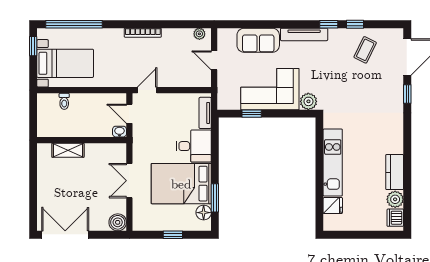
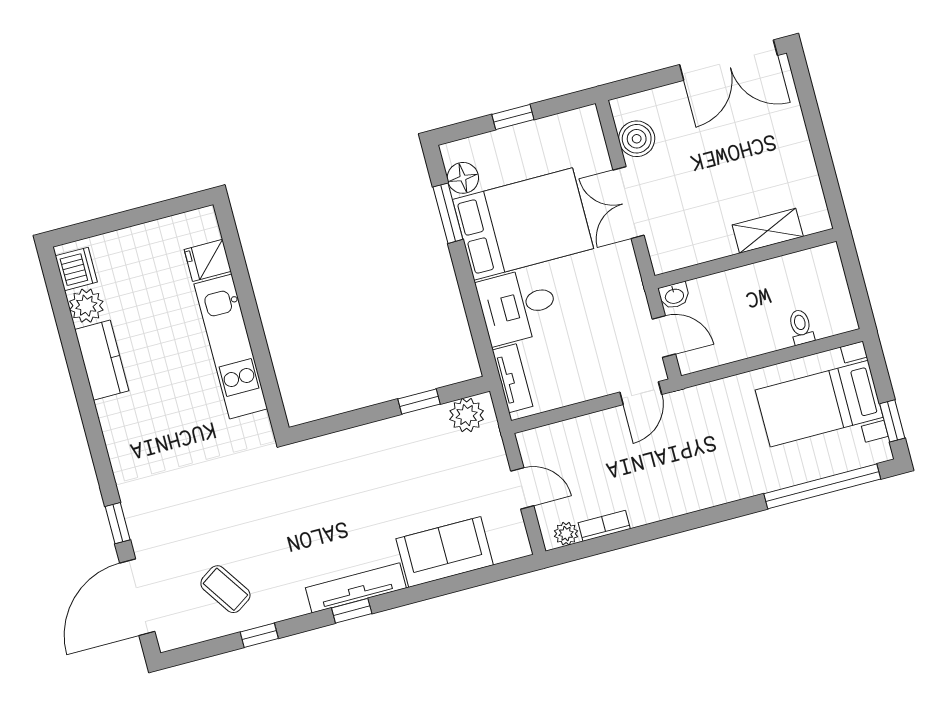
window: (329, 24) -> (352, 611), moved
bookcase: (143, 33) -> (604, 526), moved, width x0.64
coffee table: (365, 50) -> (225, 589), turned -60
corner sofa: (270, 89) -> (396, 460), removed
plant: (308, 101) -> (467, 415), moved
double door: (129, 181) -> (629, 203), swing flipped
boiler: (118, 222) -> (637, 139), moved

